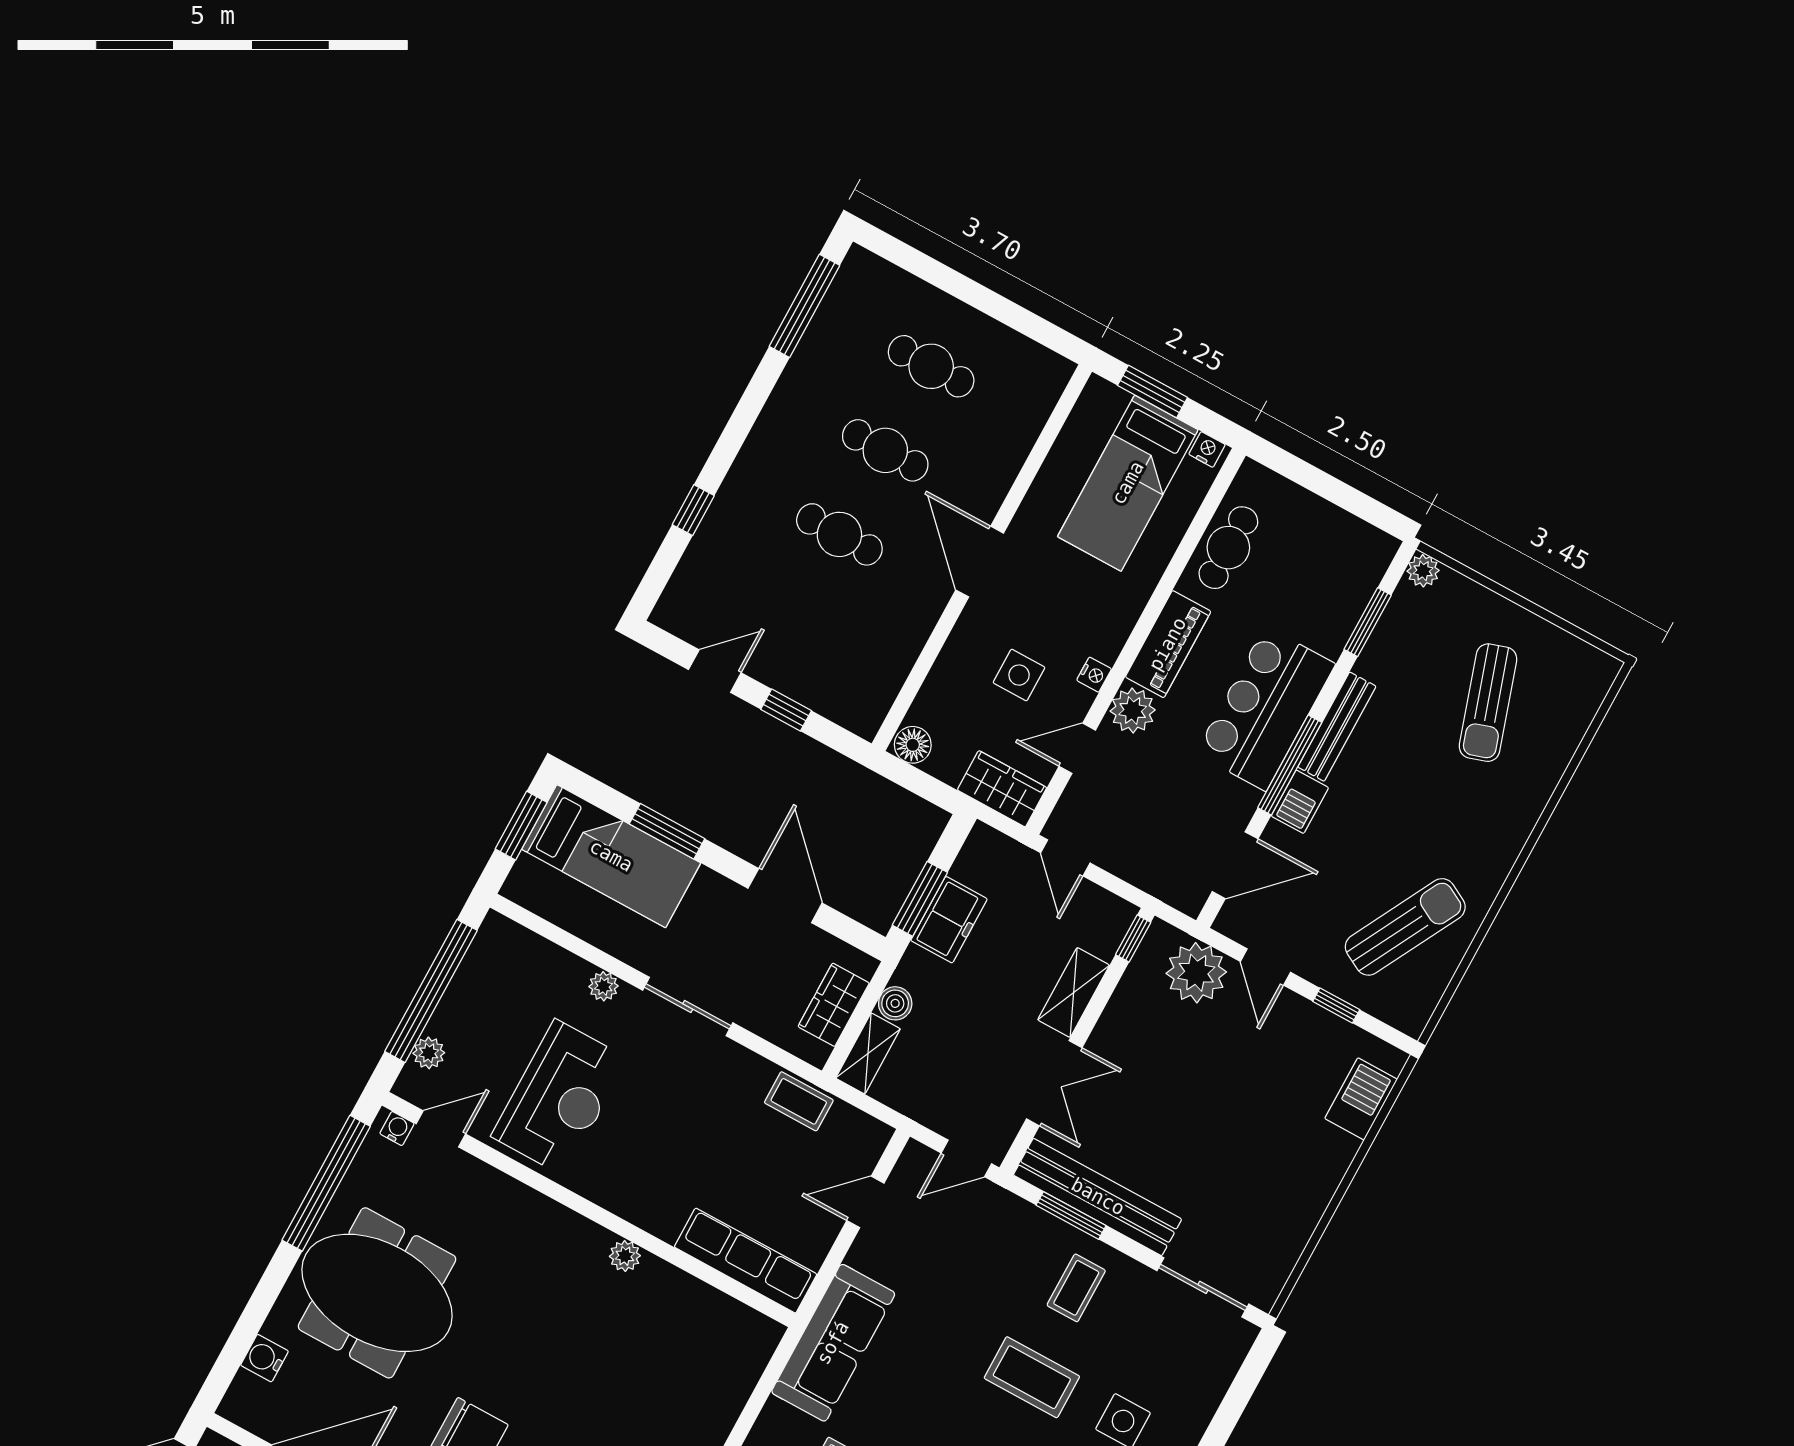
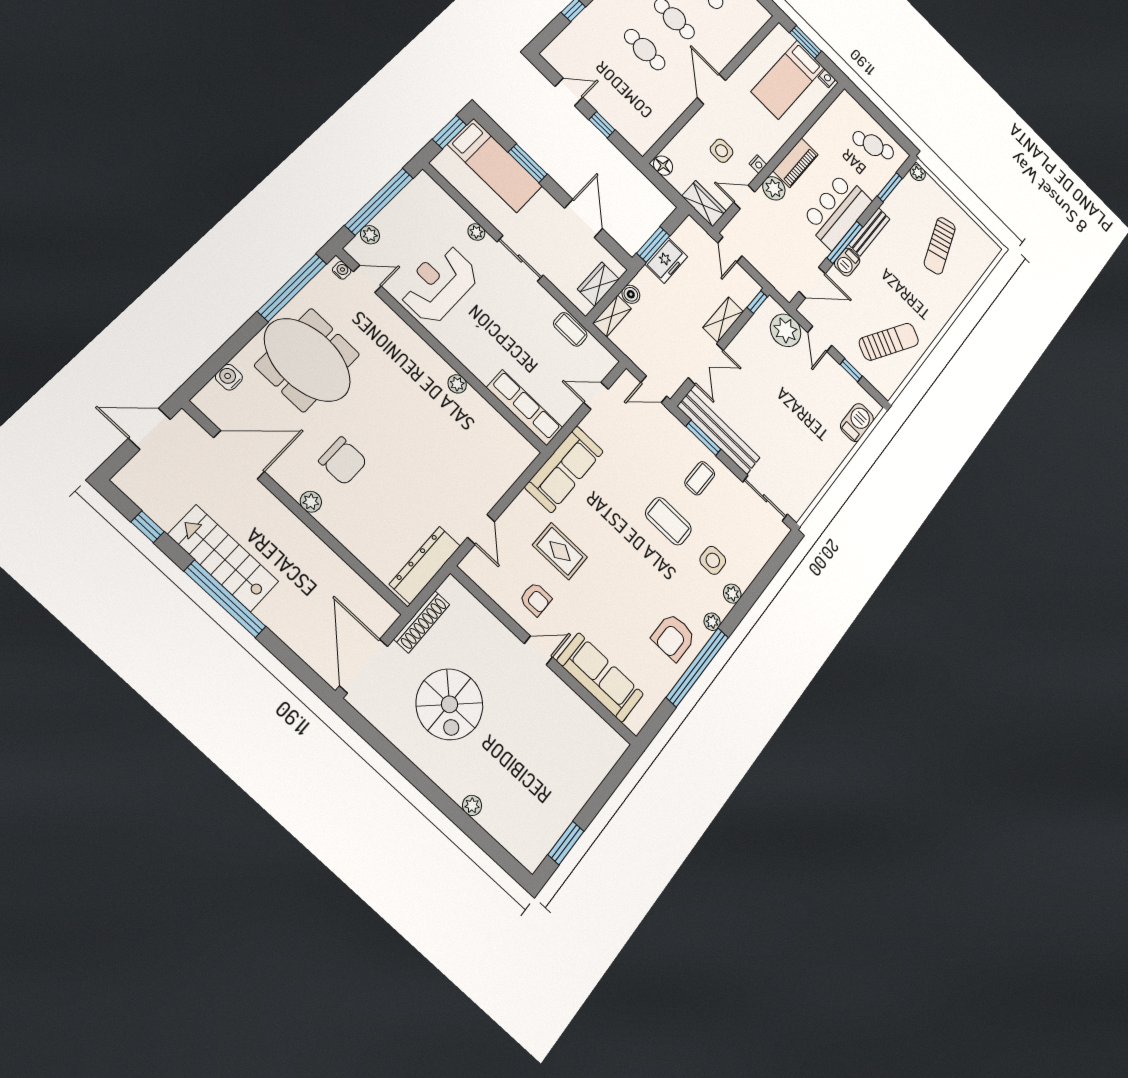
cafe table: (1228, 548) -> (873, 145), moved, turned 66
reception desk: (560, 1098) -> (439, 284), turned 180

